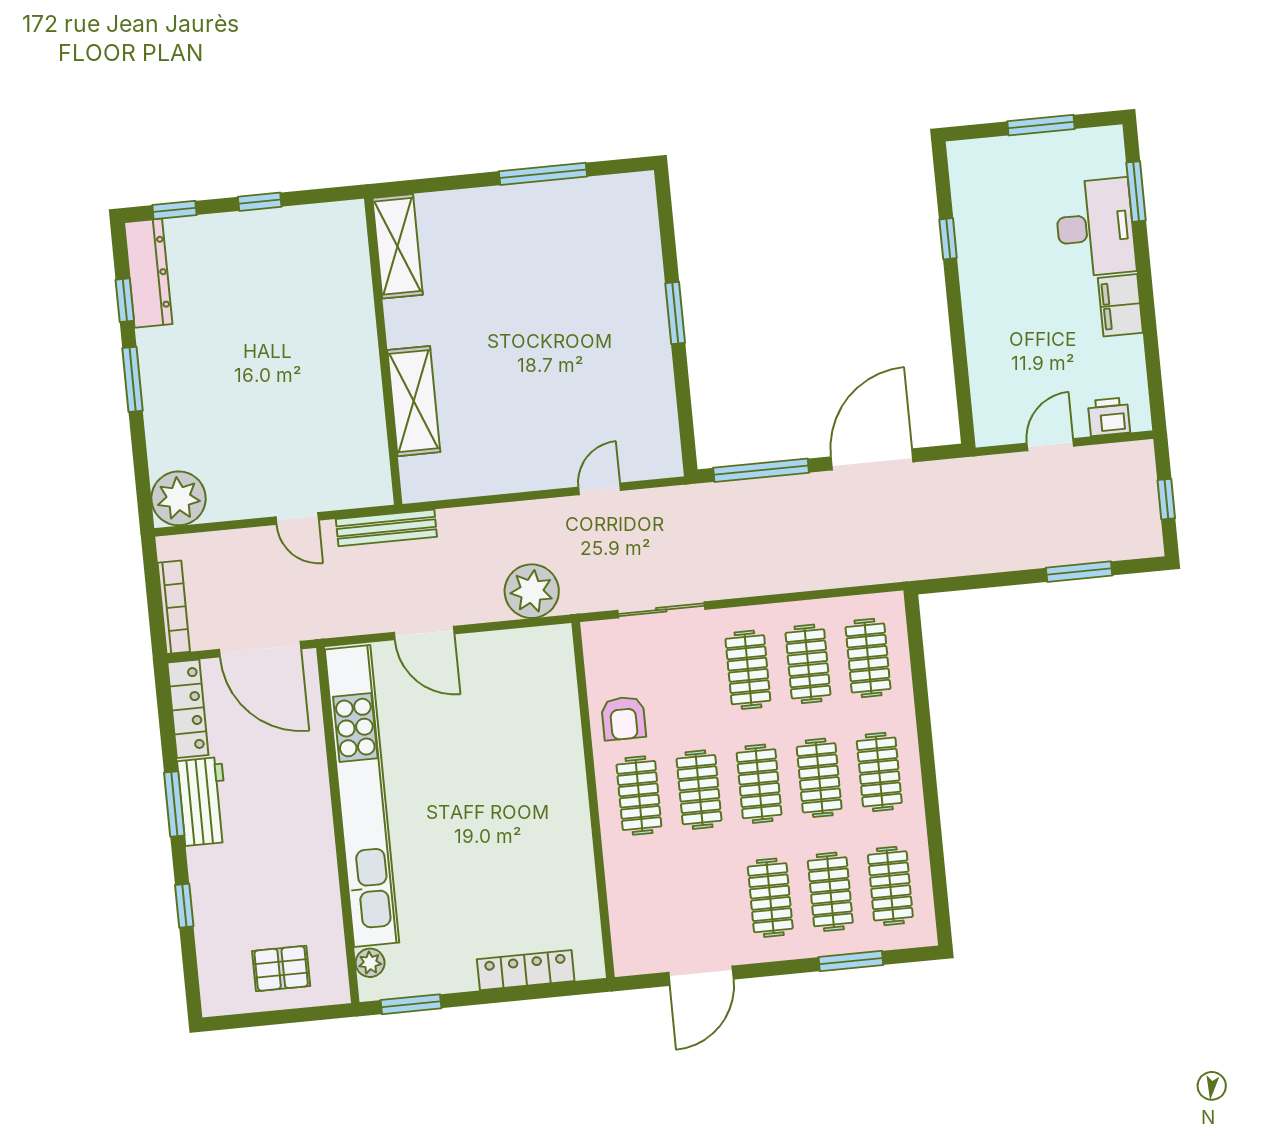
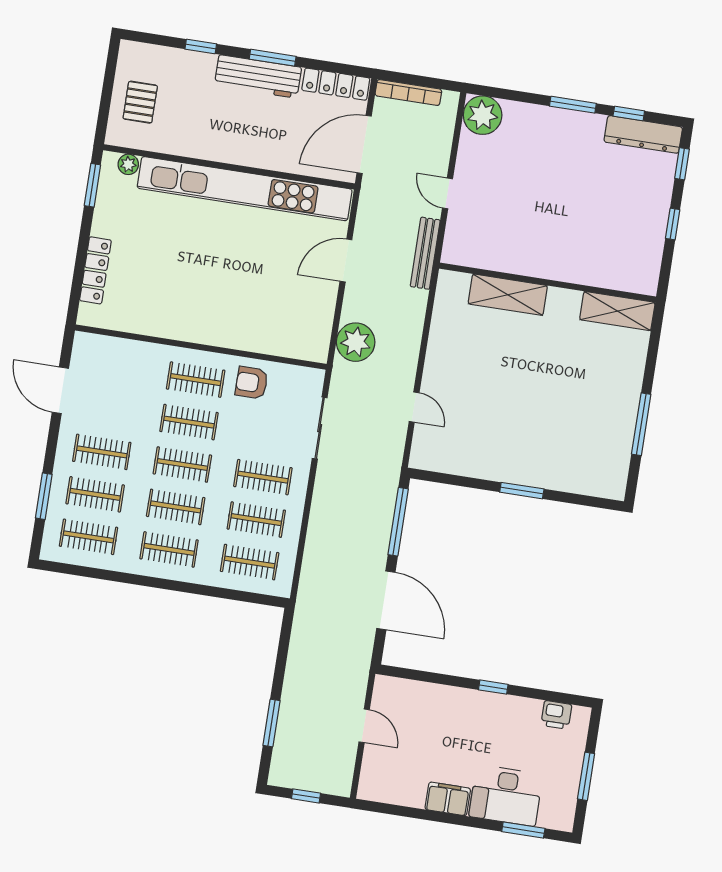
window: (948, 239) -> (493, 687), moved
printer: (1109, 417) -> (556, 715), moved, turned 90
door: (297, 518) -> (448, 193), hinge flipped
workbench: (203, 801) -> (258, 76), width x1.38

